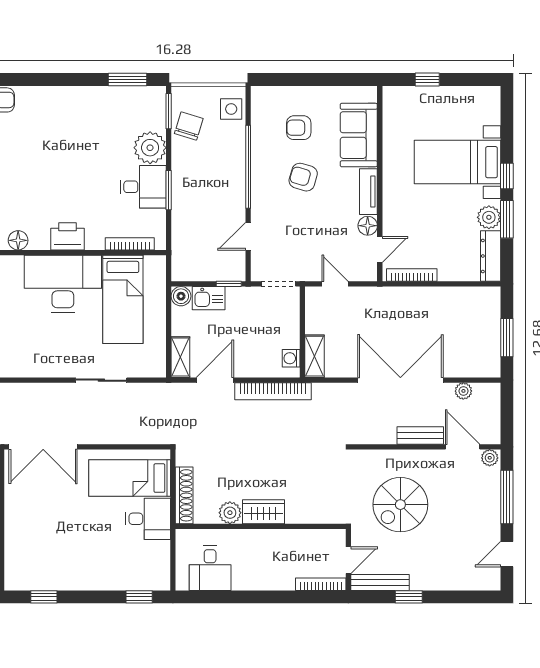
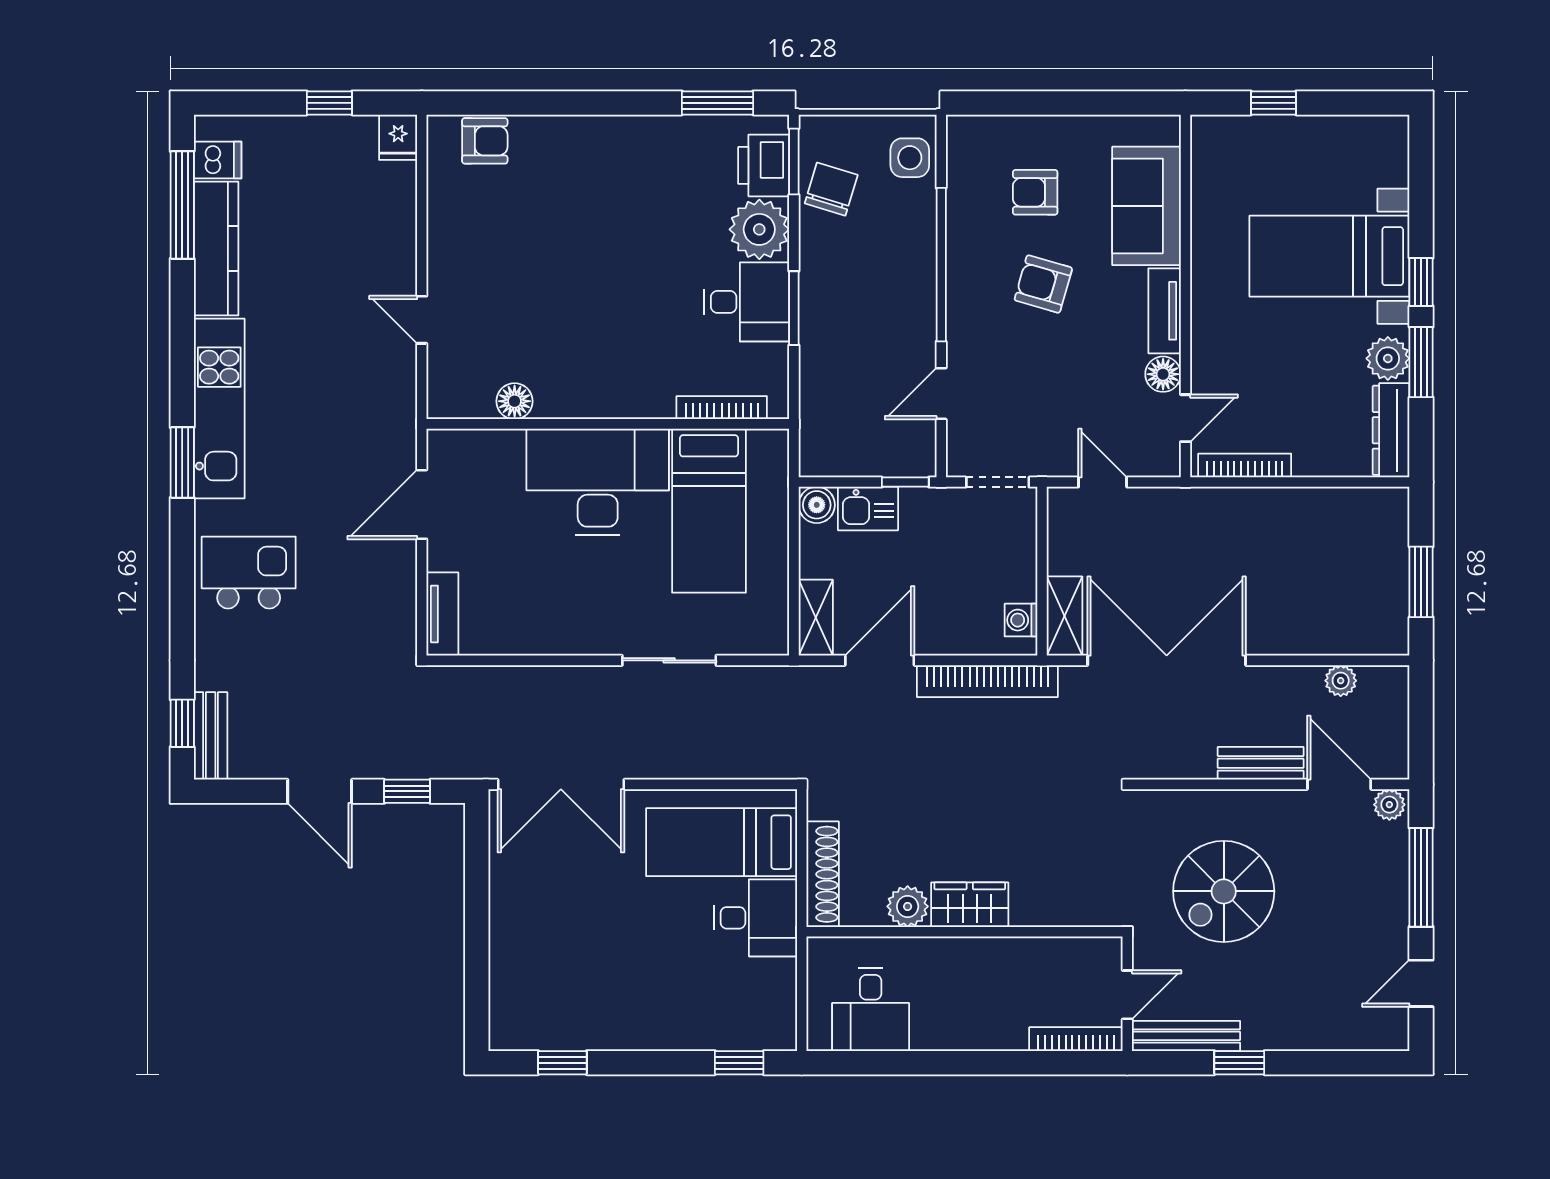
printer: (68, 236) -> (764, 165), moved, turned -90
double door: (400, 380) -> (1167, 660), moved

